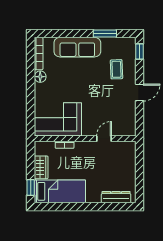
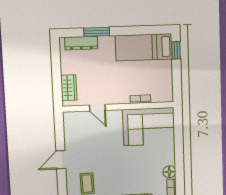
door: (104, 139) -> (97, 108), hinge flipped
wardrobe: (41, 167) -> (69, 88), moved, turned 180
window: (102, 207) -> (97, 32), added

